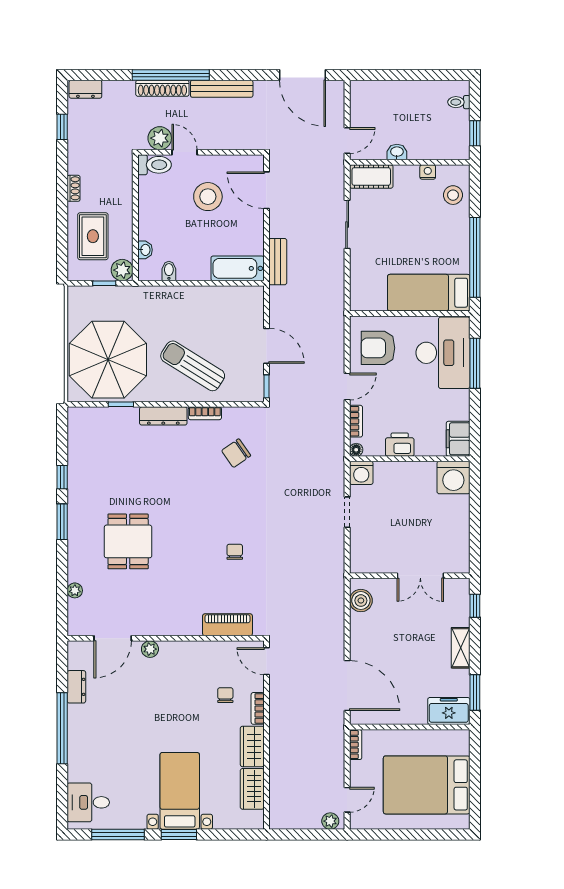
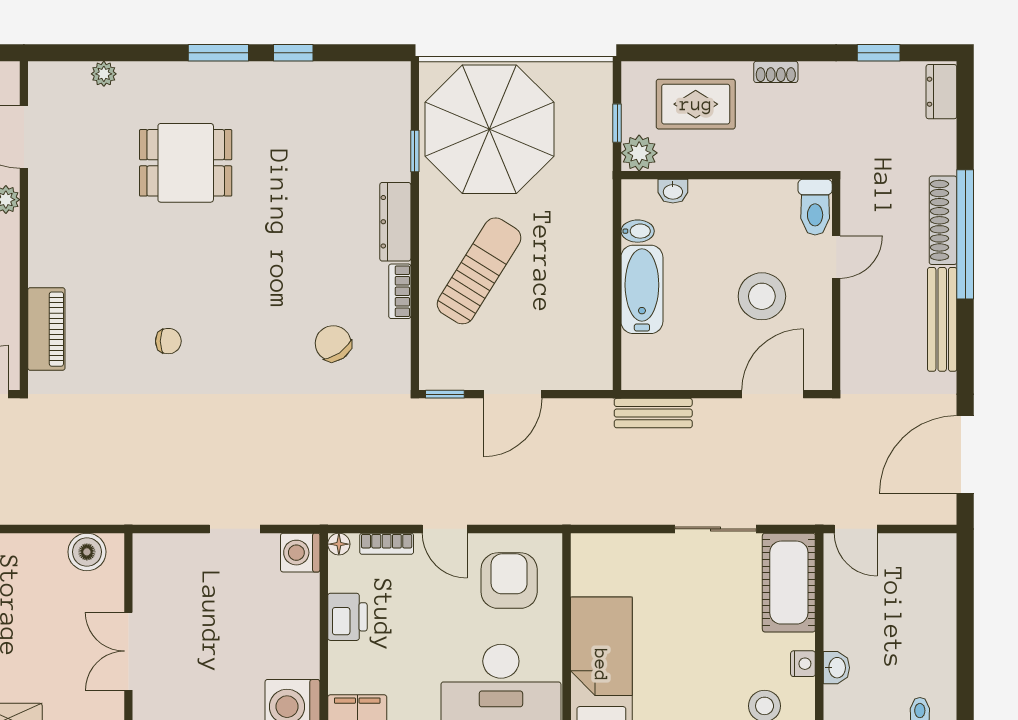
plant: (160, 138) -> (860, 216), removed
washbasin: (397, 152) -> (836, 668), moved
cot: (371, 177) -> (789, 583), width x1.37, depth x1.34
bathtub: (238, 268) -> (642, 289), moved

